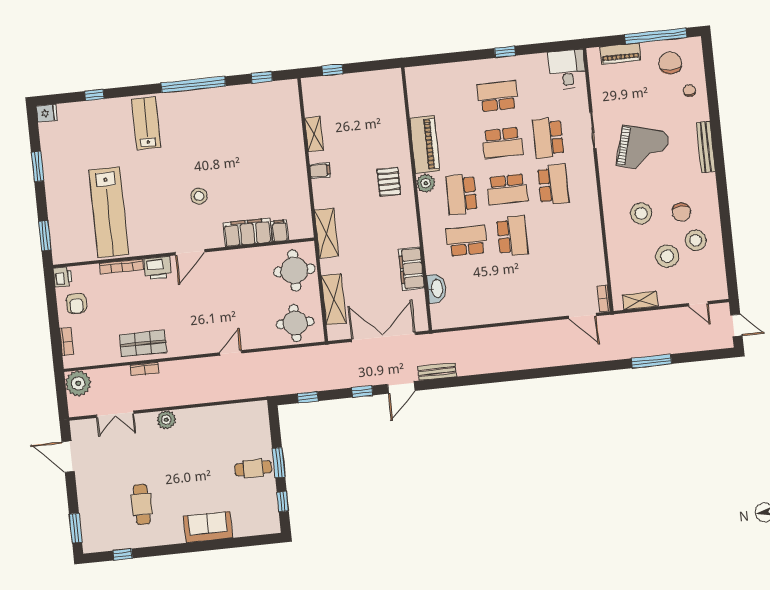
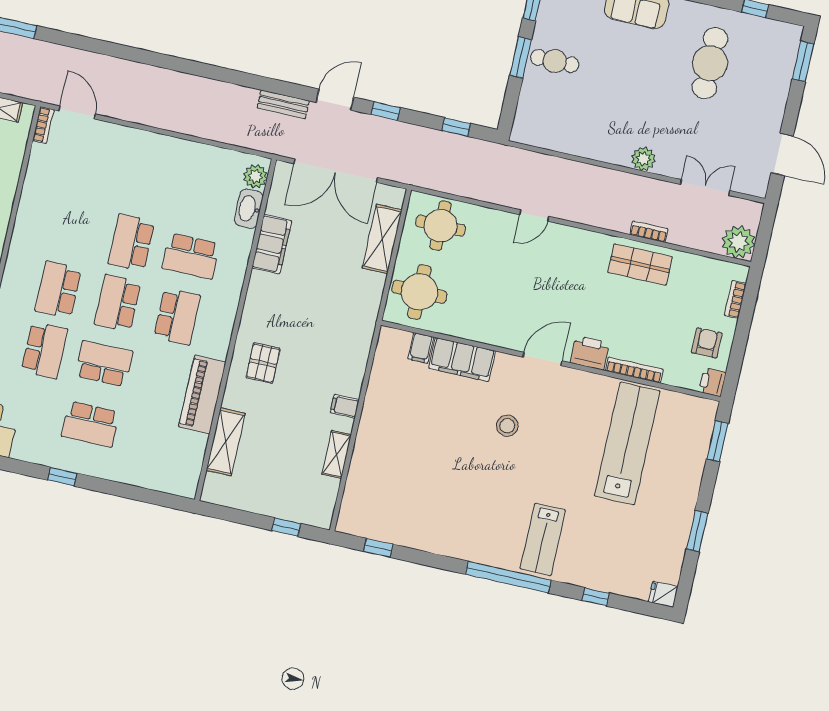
window: (193, 85) -> (508, 577), moved
plant: (426, 183) -> (255, 176), moved
school desk: (507, 189) -> (118, 303), turned -90
shelving: (327, 233) -> (226, 442), moved
cafe table: (142, 504) -> (710, 63), width x1.37, depth x1.35

